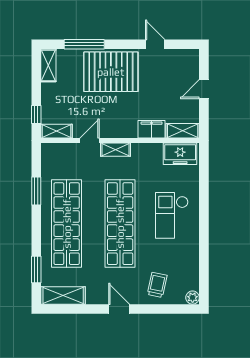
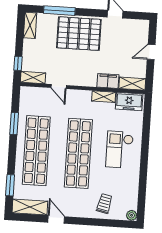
door: (90, 141) -> (59, 87), swing flipped
shelving: (115, 150) -> (104, 97), moved
door: (119, 309) -> (56, 219), moved

